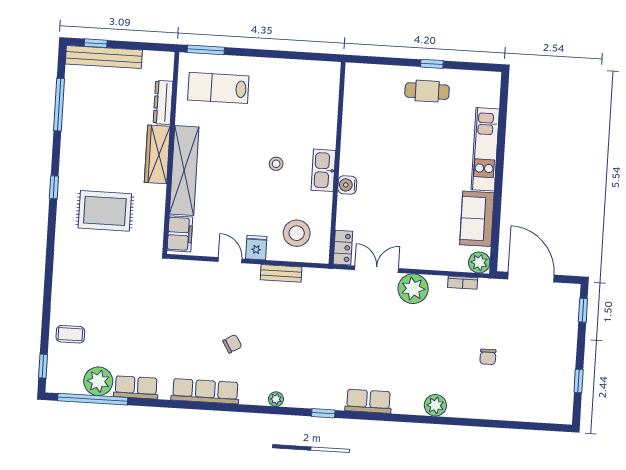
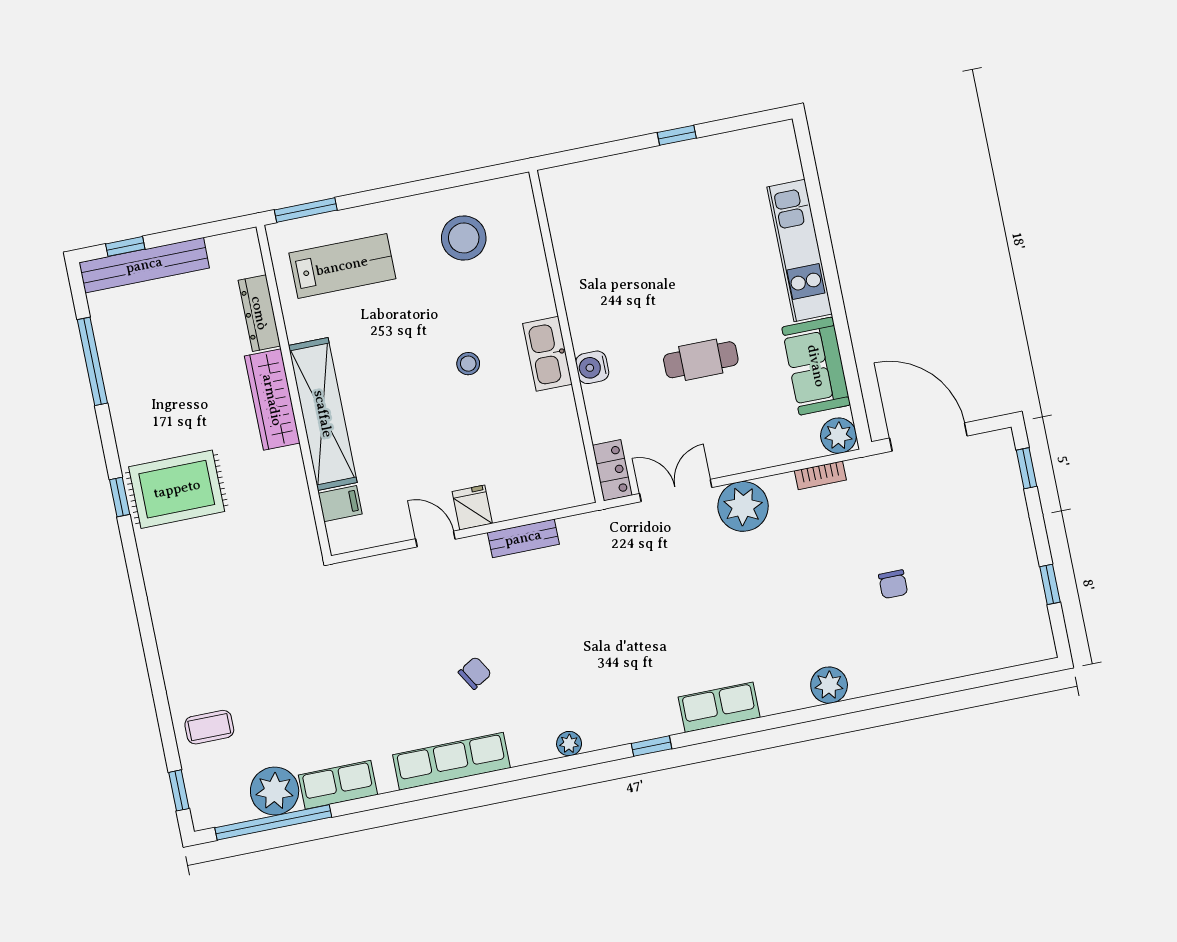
lab bench: (218, 88) -> (342, 266), turned 180
cafe table: (427, 91) -> (701, 360), moved
rug: (105, 211) -> (177, 489), moved
stool: (297, 233) -> (464, 238), moved
filing cabinet: (180, 234) -> (340, 504), width x0.50

